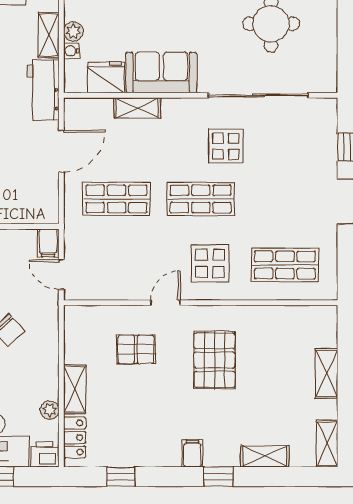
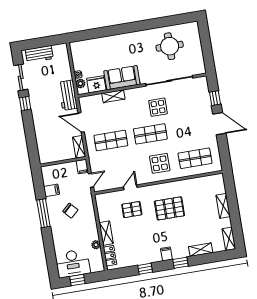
plant: (73, 32) -> (80, 84), moved
shelving: (49, 35) -> (79, 147), moved
door: (61, 151) -> (81, 122), swing flipped
door: (61, 274) -> (91, 180), swing flipped
door: (166, 303) -> (130, 187), moved
pallet: (215, 360) -> (169, 208), turned 90
printer: (45, 454) -> (97, 266), removed
window: (121, 477) -> (145, 269), moved

